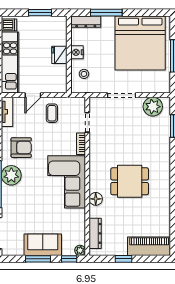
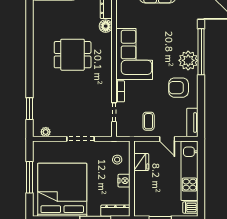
fridge: (59, 55) -> (141, 162), moved
door: (33, 95) -> (167, 139), swing flipped
plant: (153, 107) -> (46, 132), width x0.53, depth x0.53
floor lamp: (96, 199) -> (106, 26), moved

